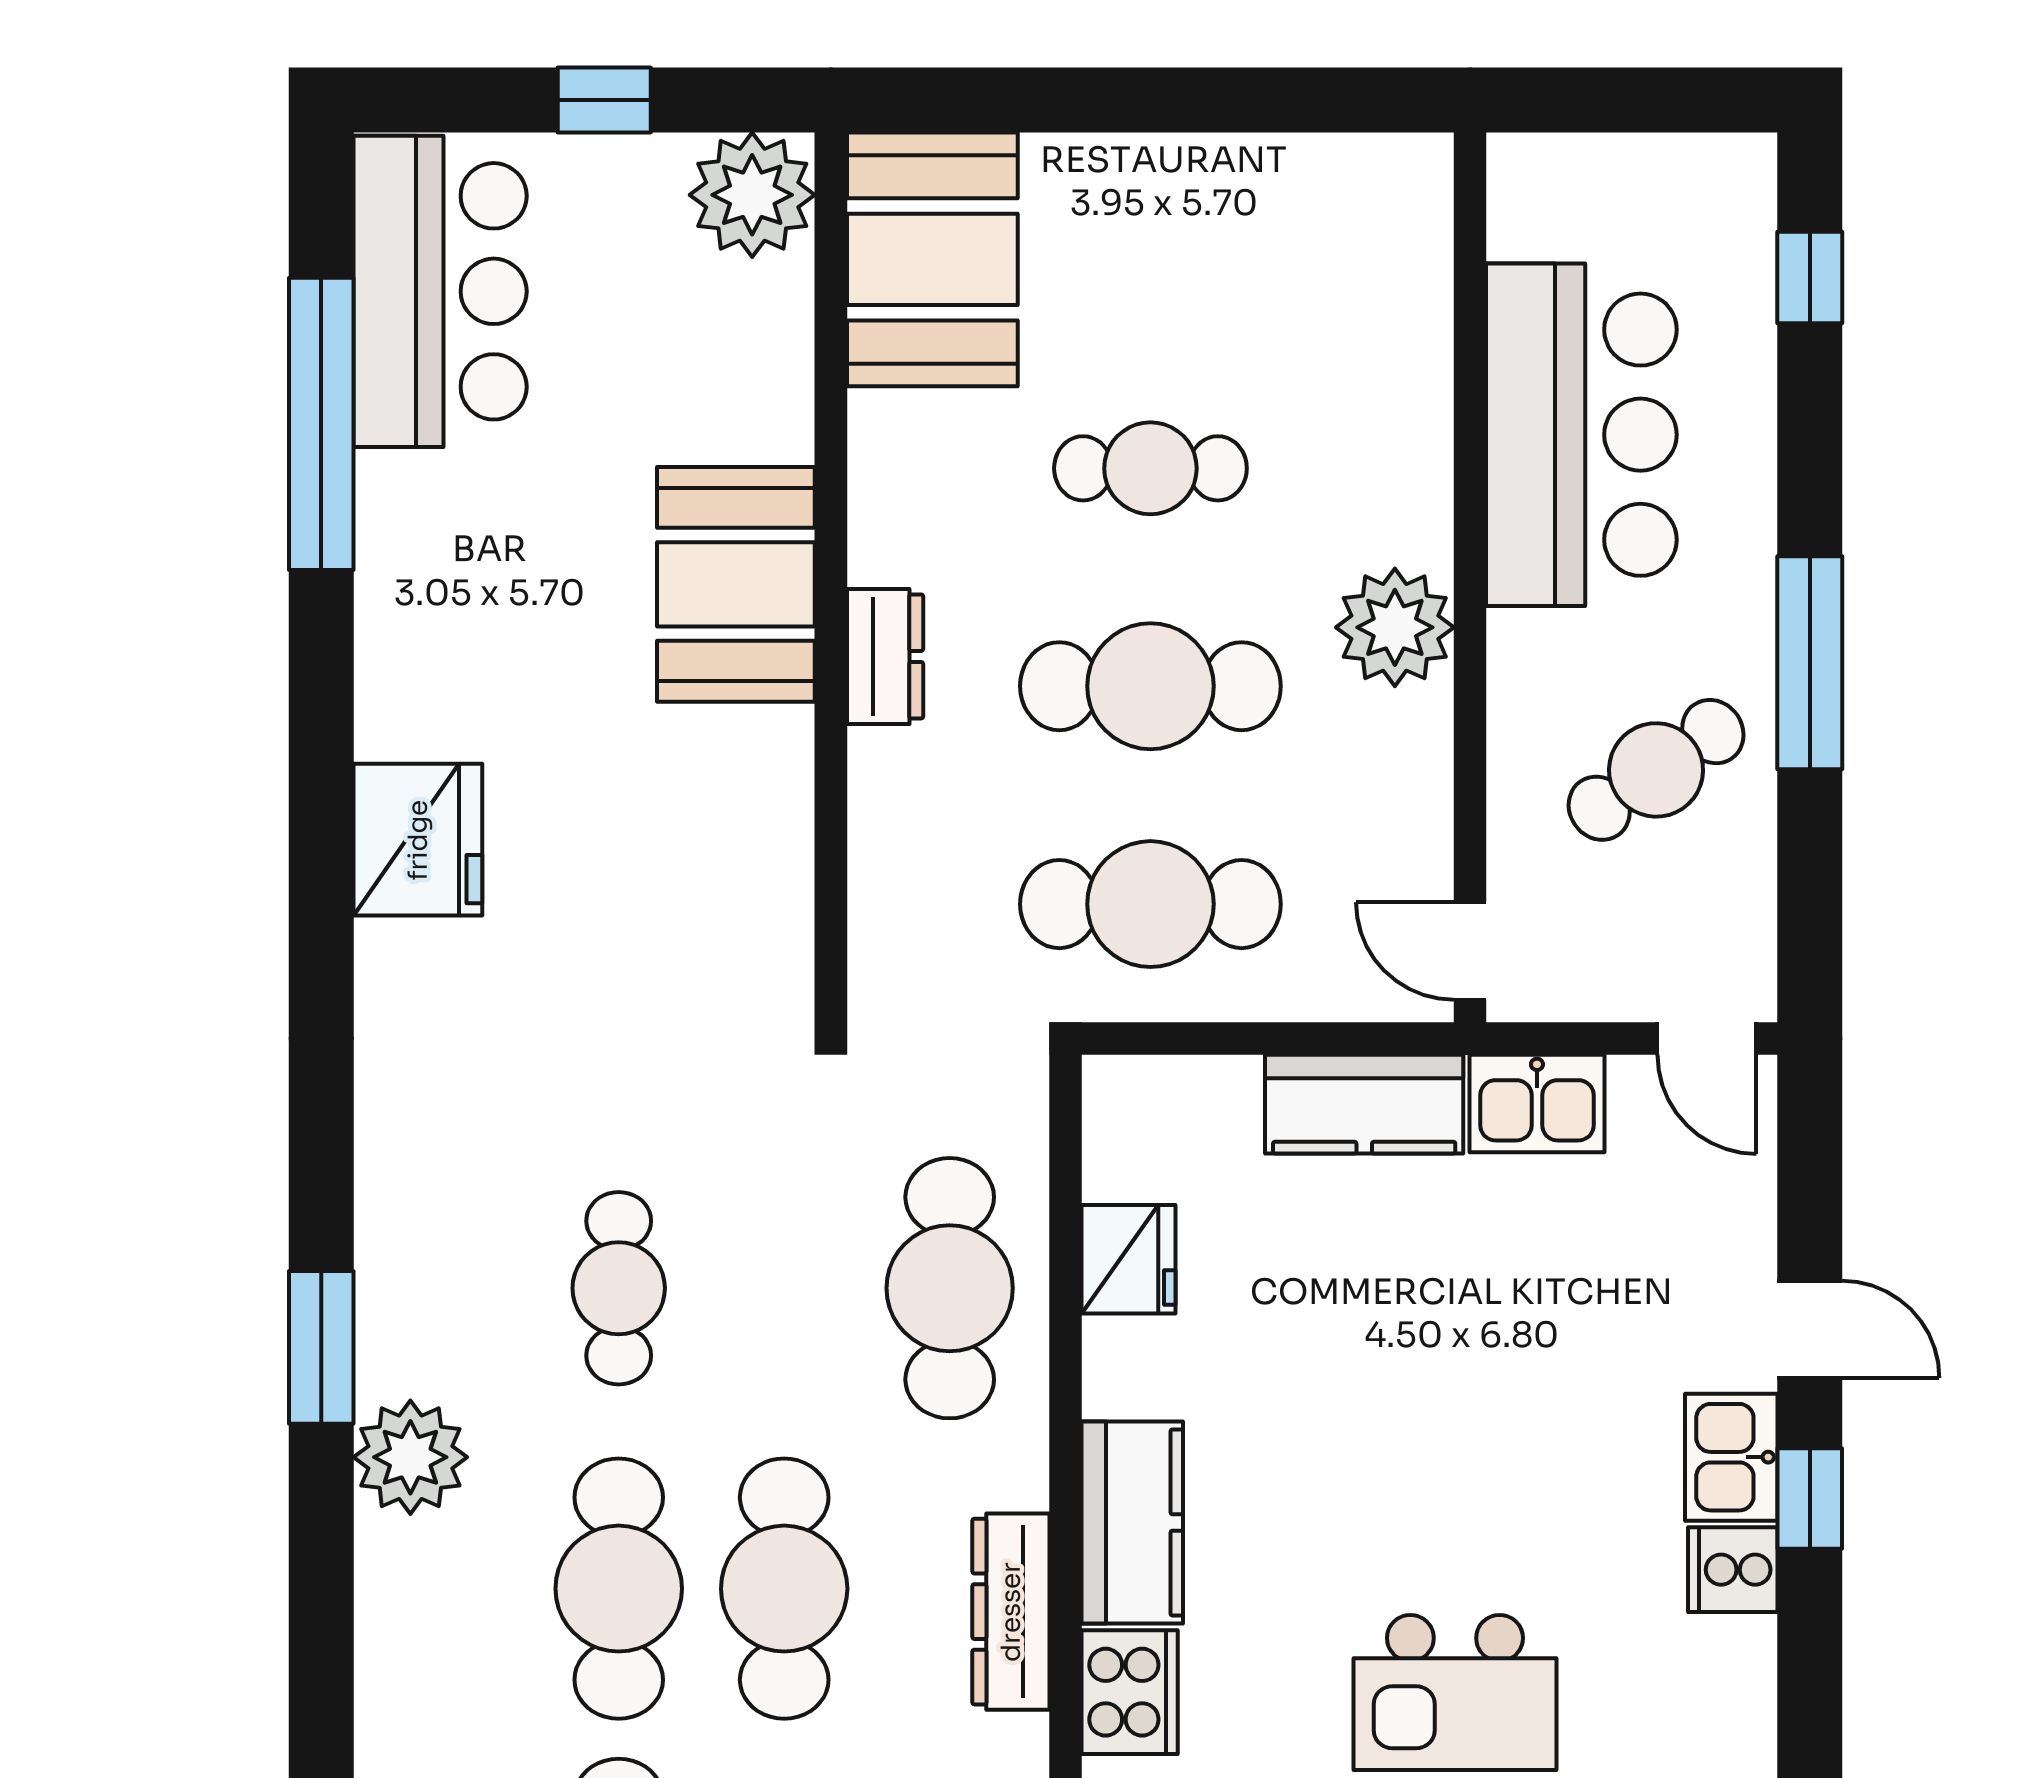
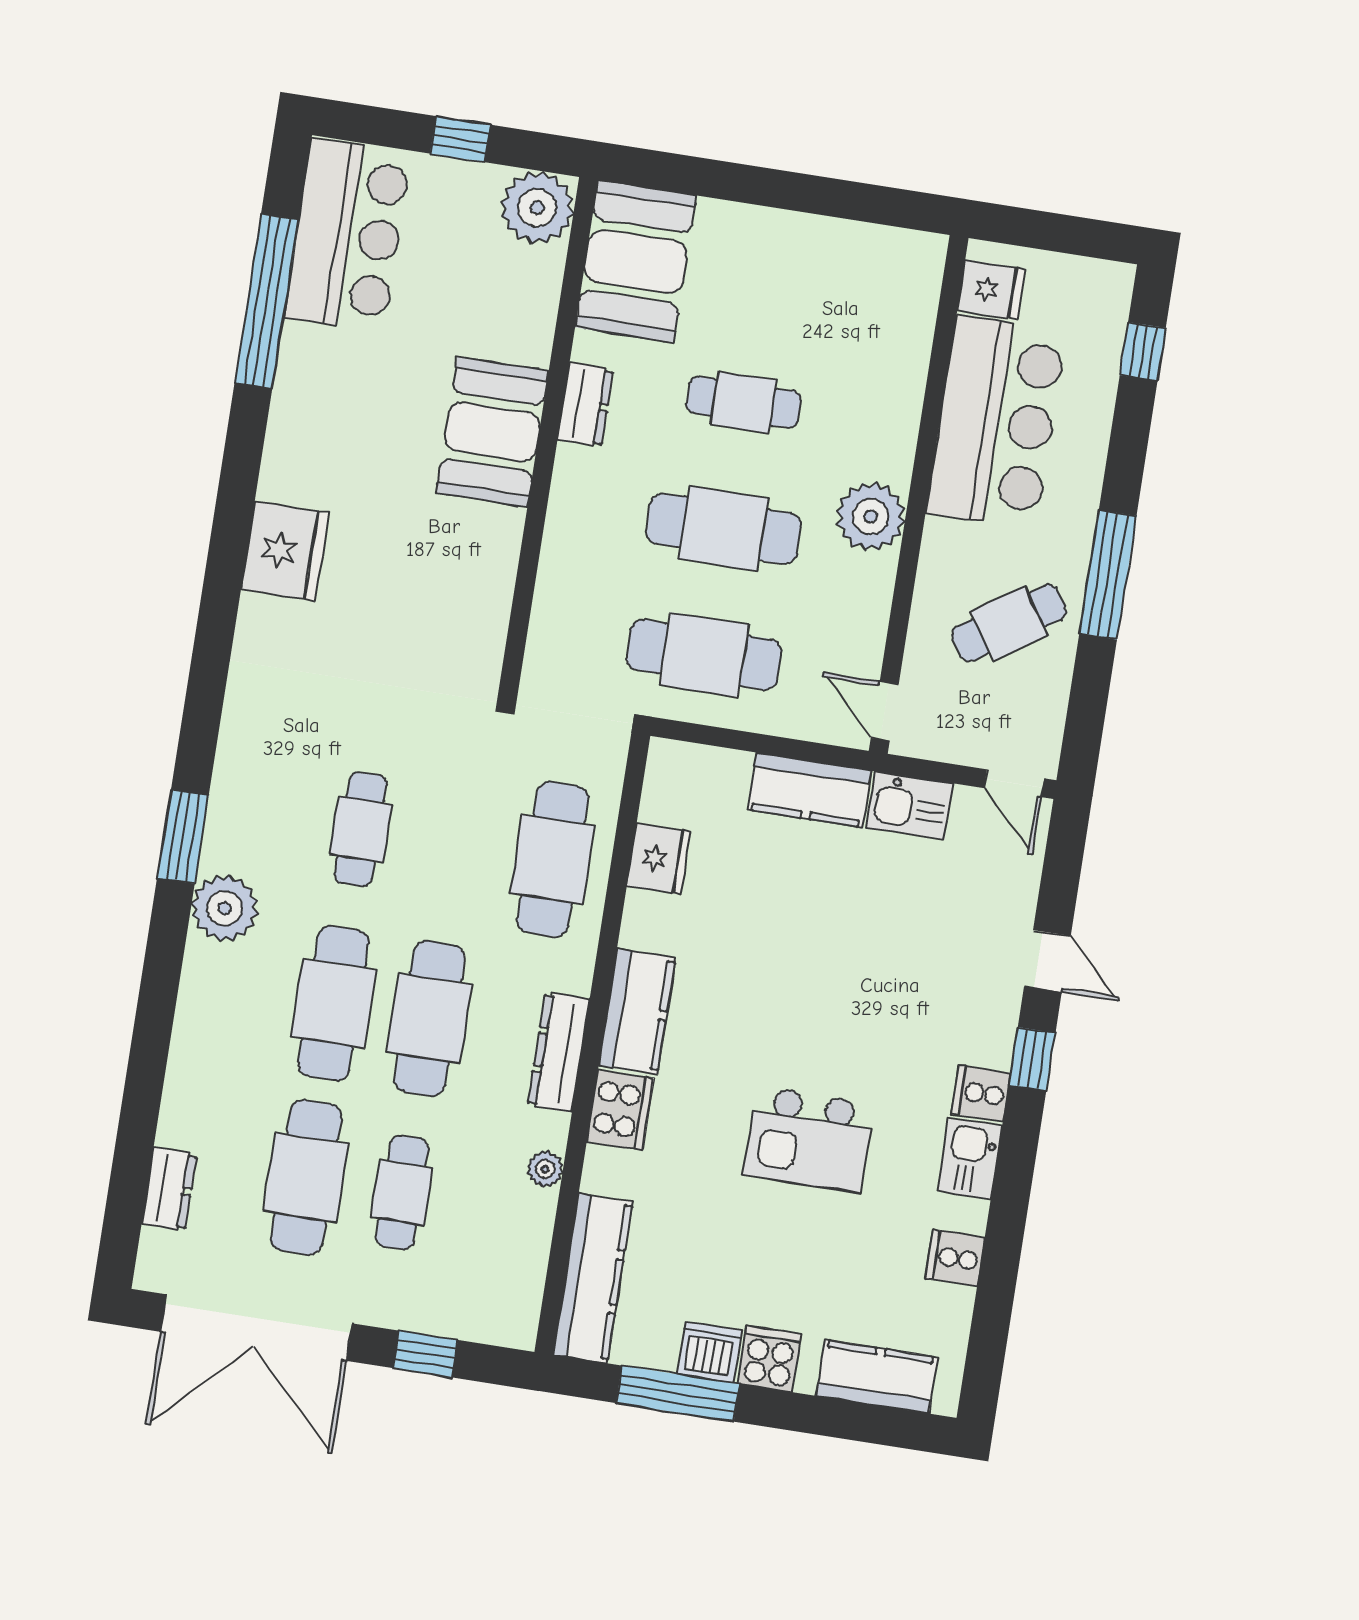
fridge: (1538, 213) -> (991, 290), added
dresser: (885, 656) -> (585, 405), moved
kitchen sink: (1731, 1457) -> (970, 1159), moved

